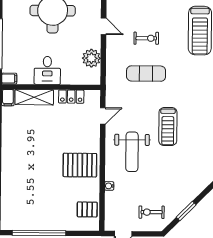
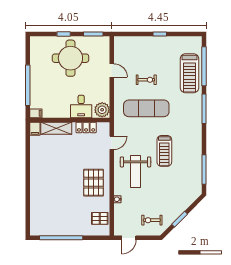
plant: (91, 58) -> (102, 110), moved
desk: (47, 70) -> (81, 106), moved
exercise mat: (146, 74) -> (146, 108), width x1.36, depth x1.45
pallet: (80, 165) -> (94, 183), turned 90

